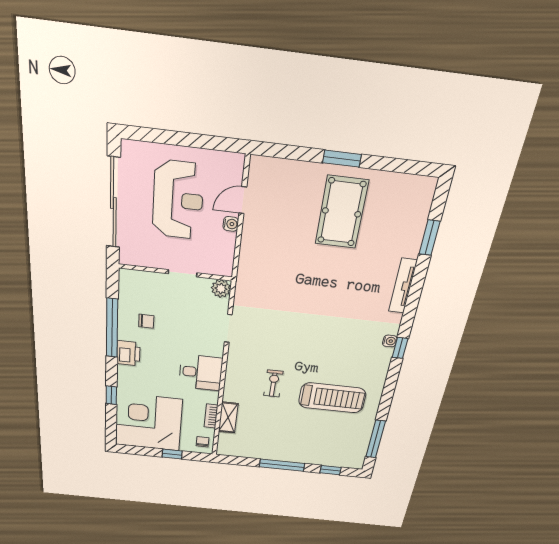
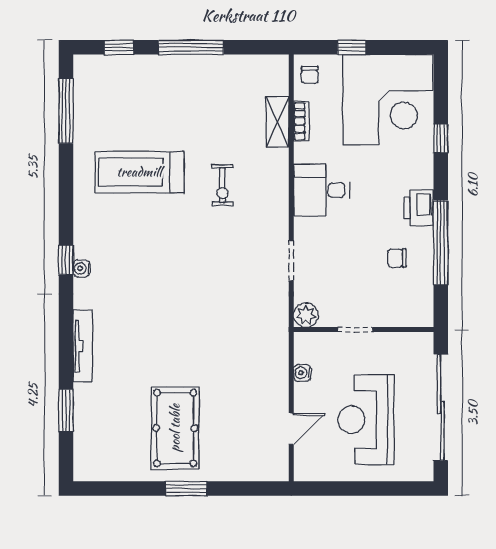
water cooler: (231, 224) -> (302, 373), moved

